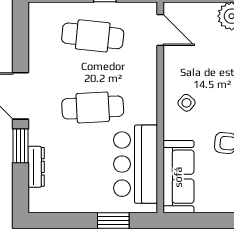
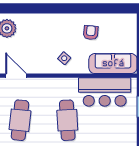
door: (160, 30) -> (16, 76), hinge flipped

